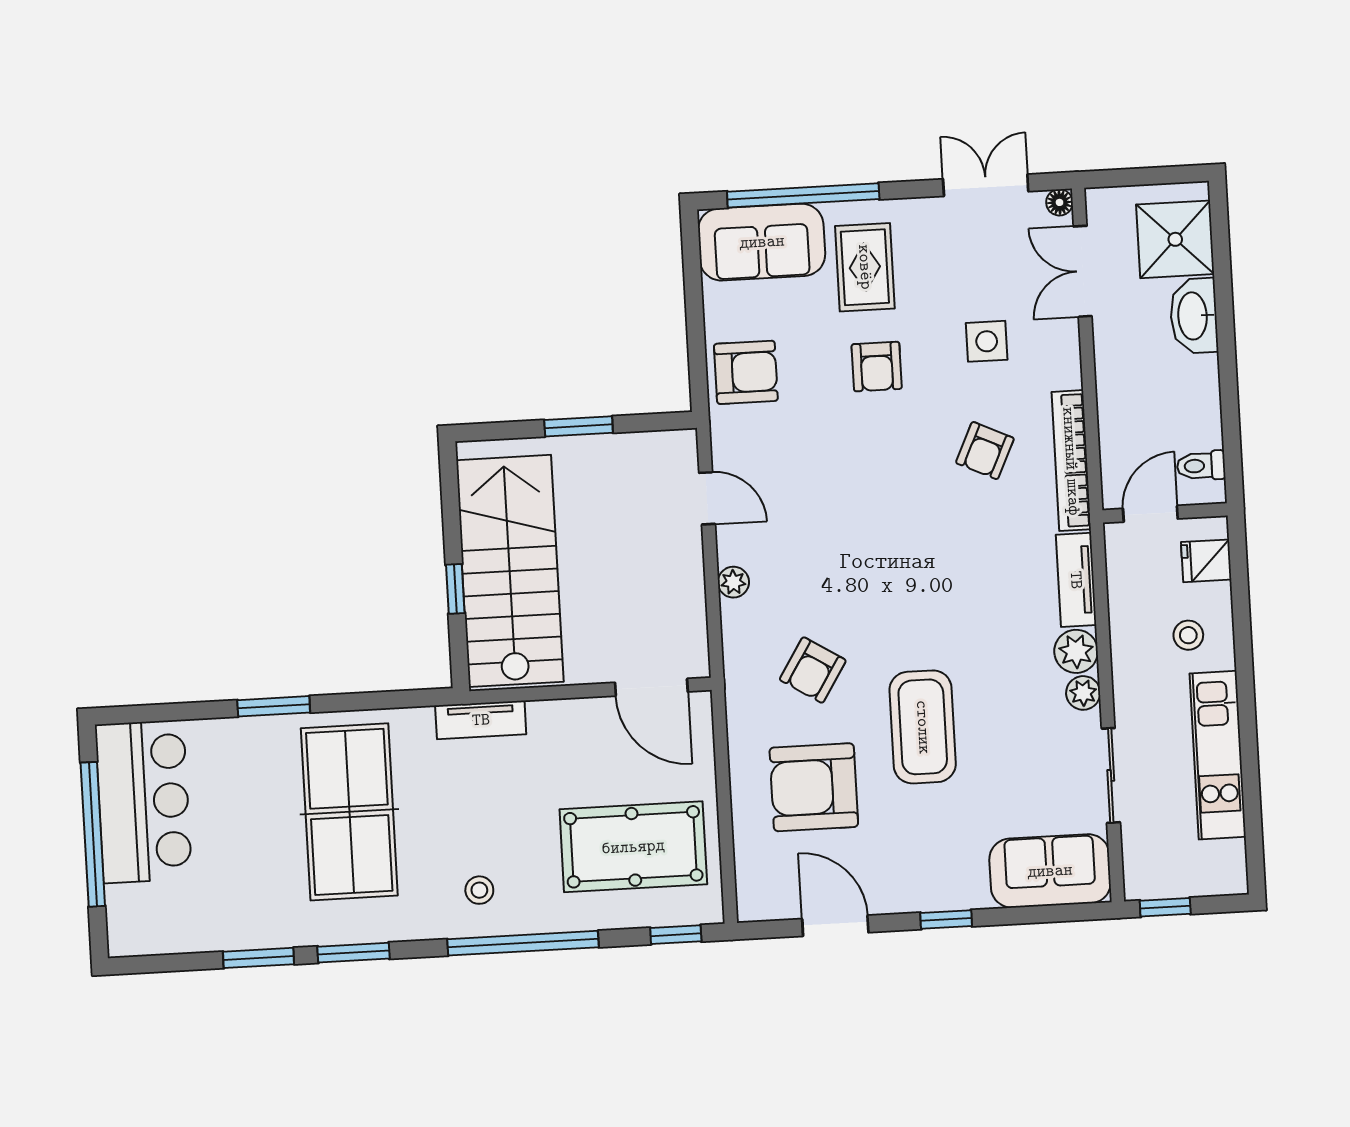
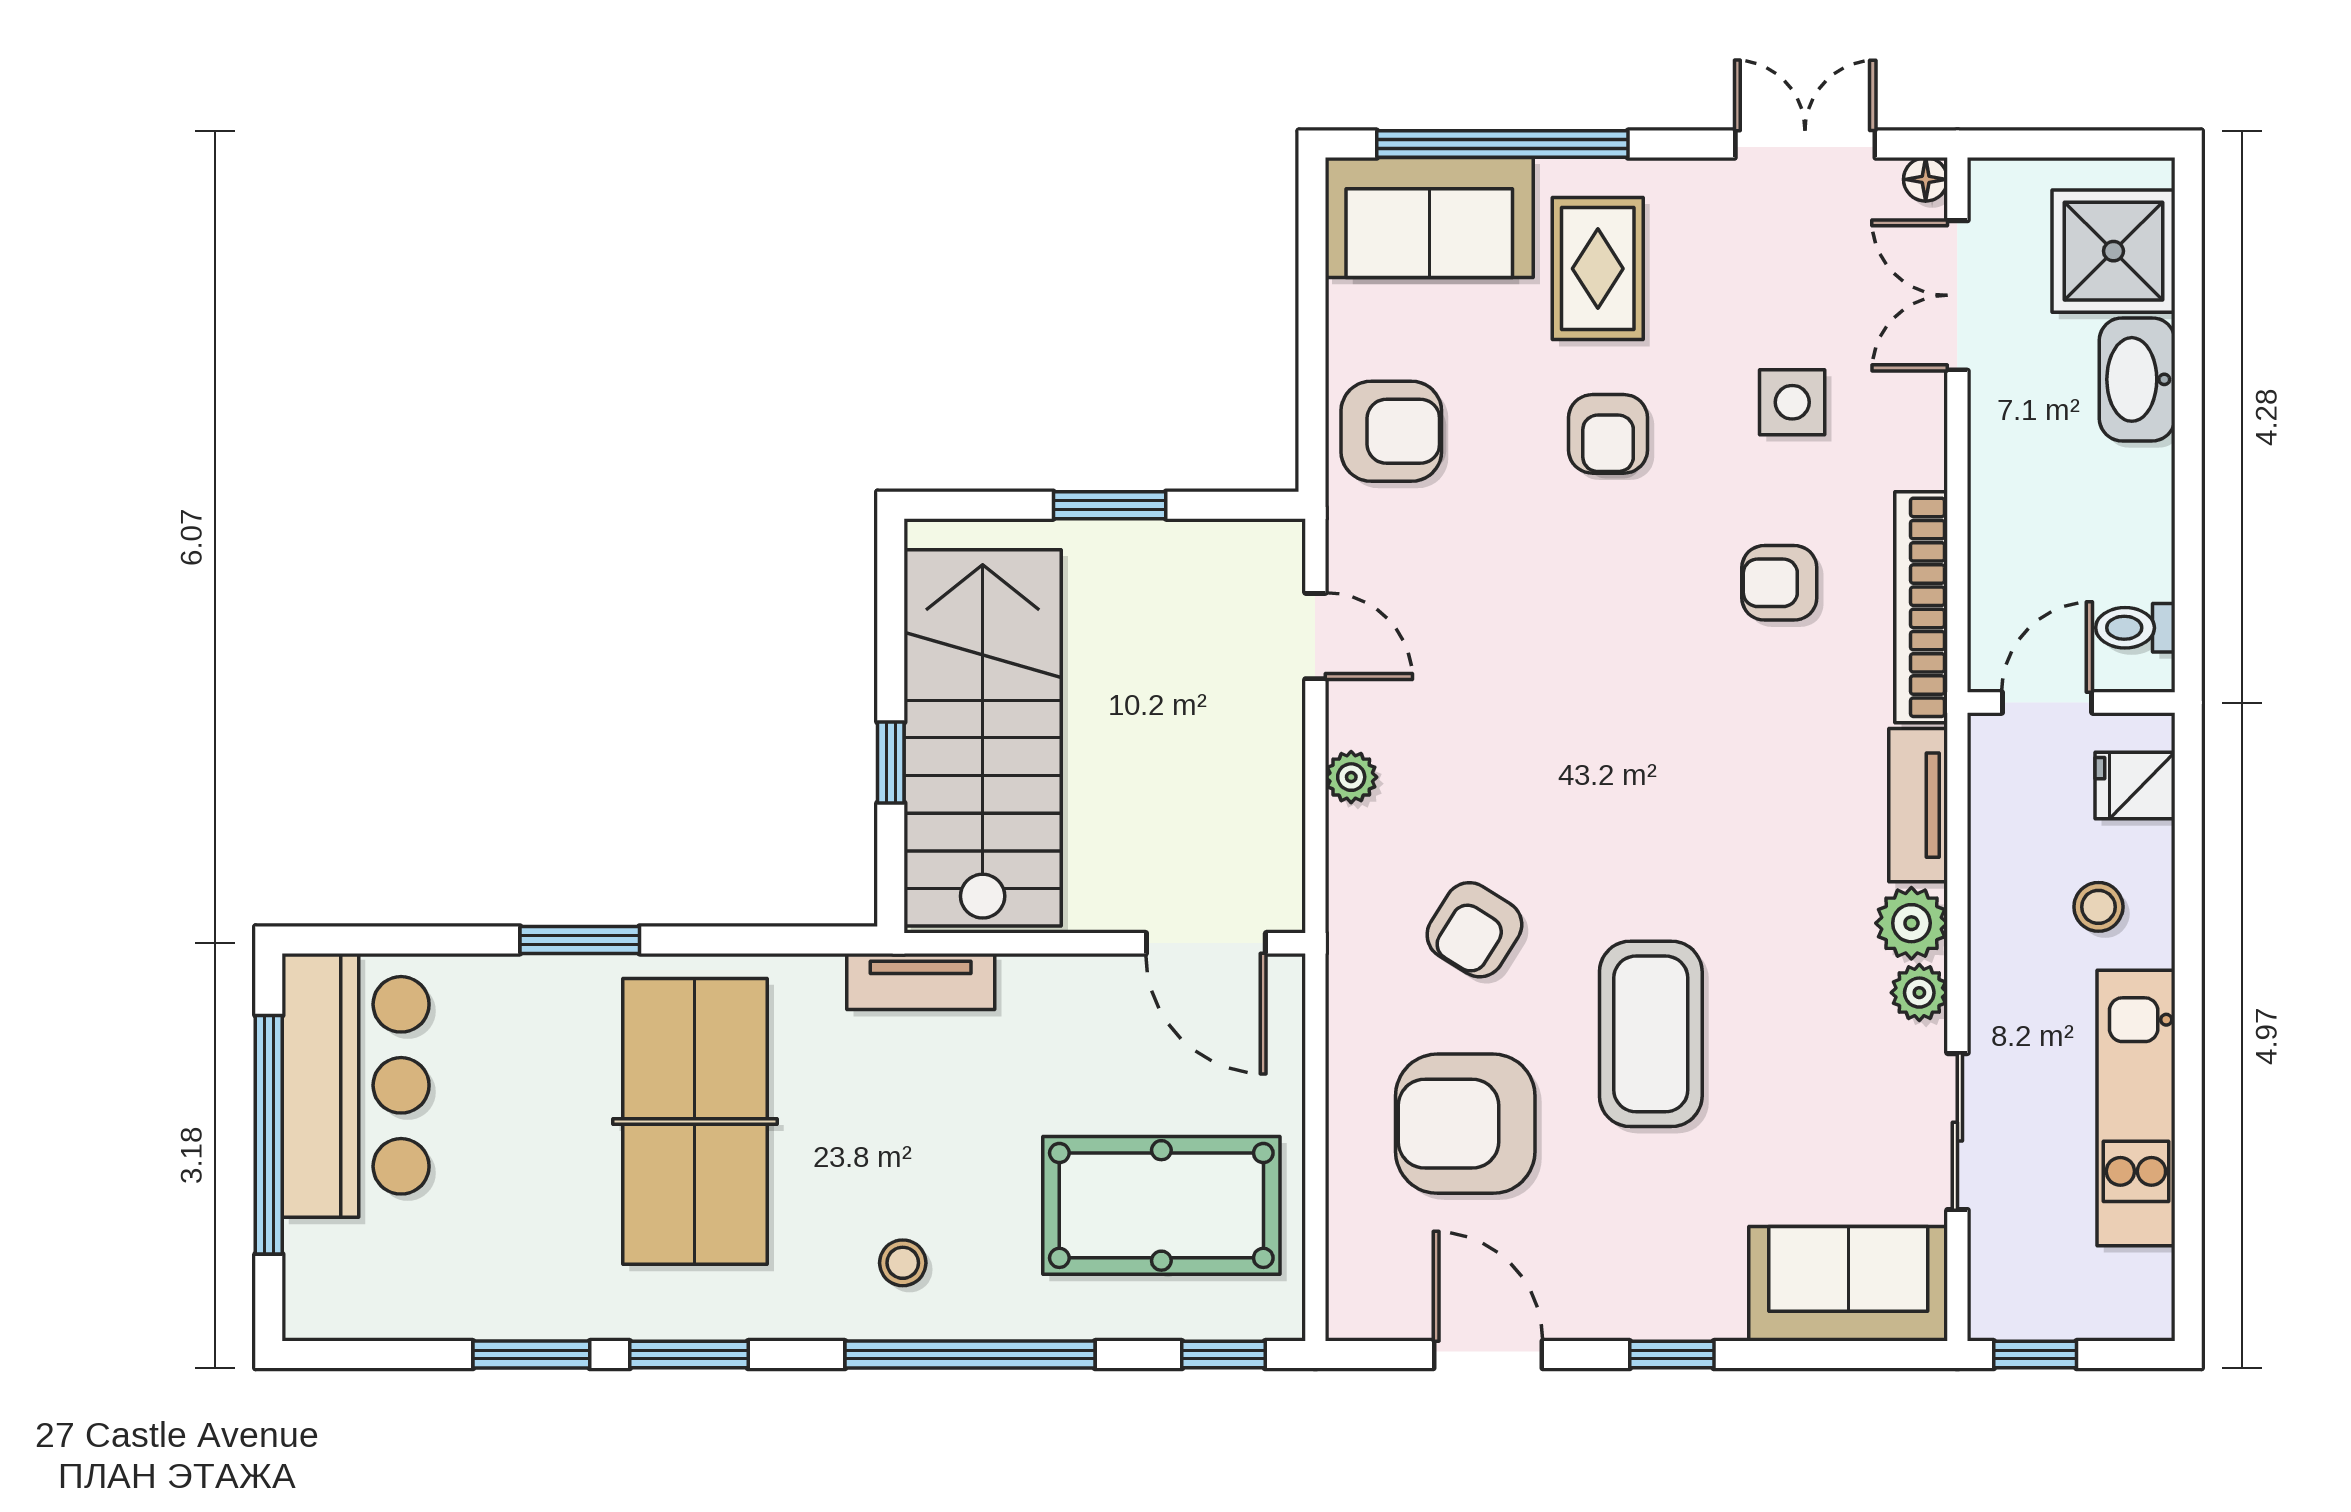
armchair: (985, 451) -> (1779, 583), turned 65

